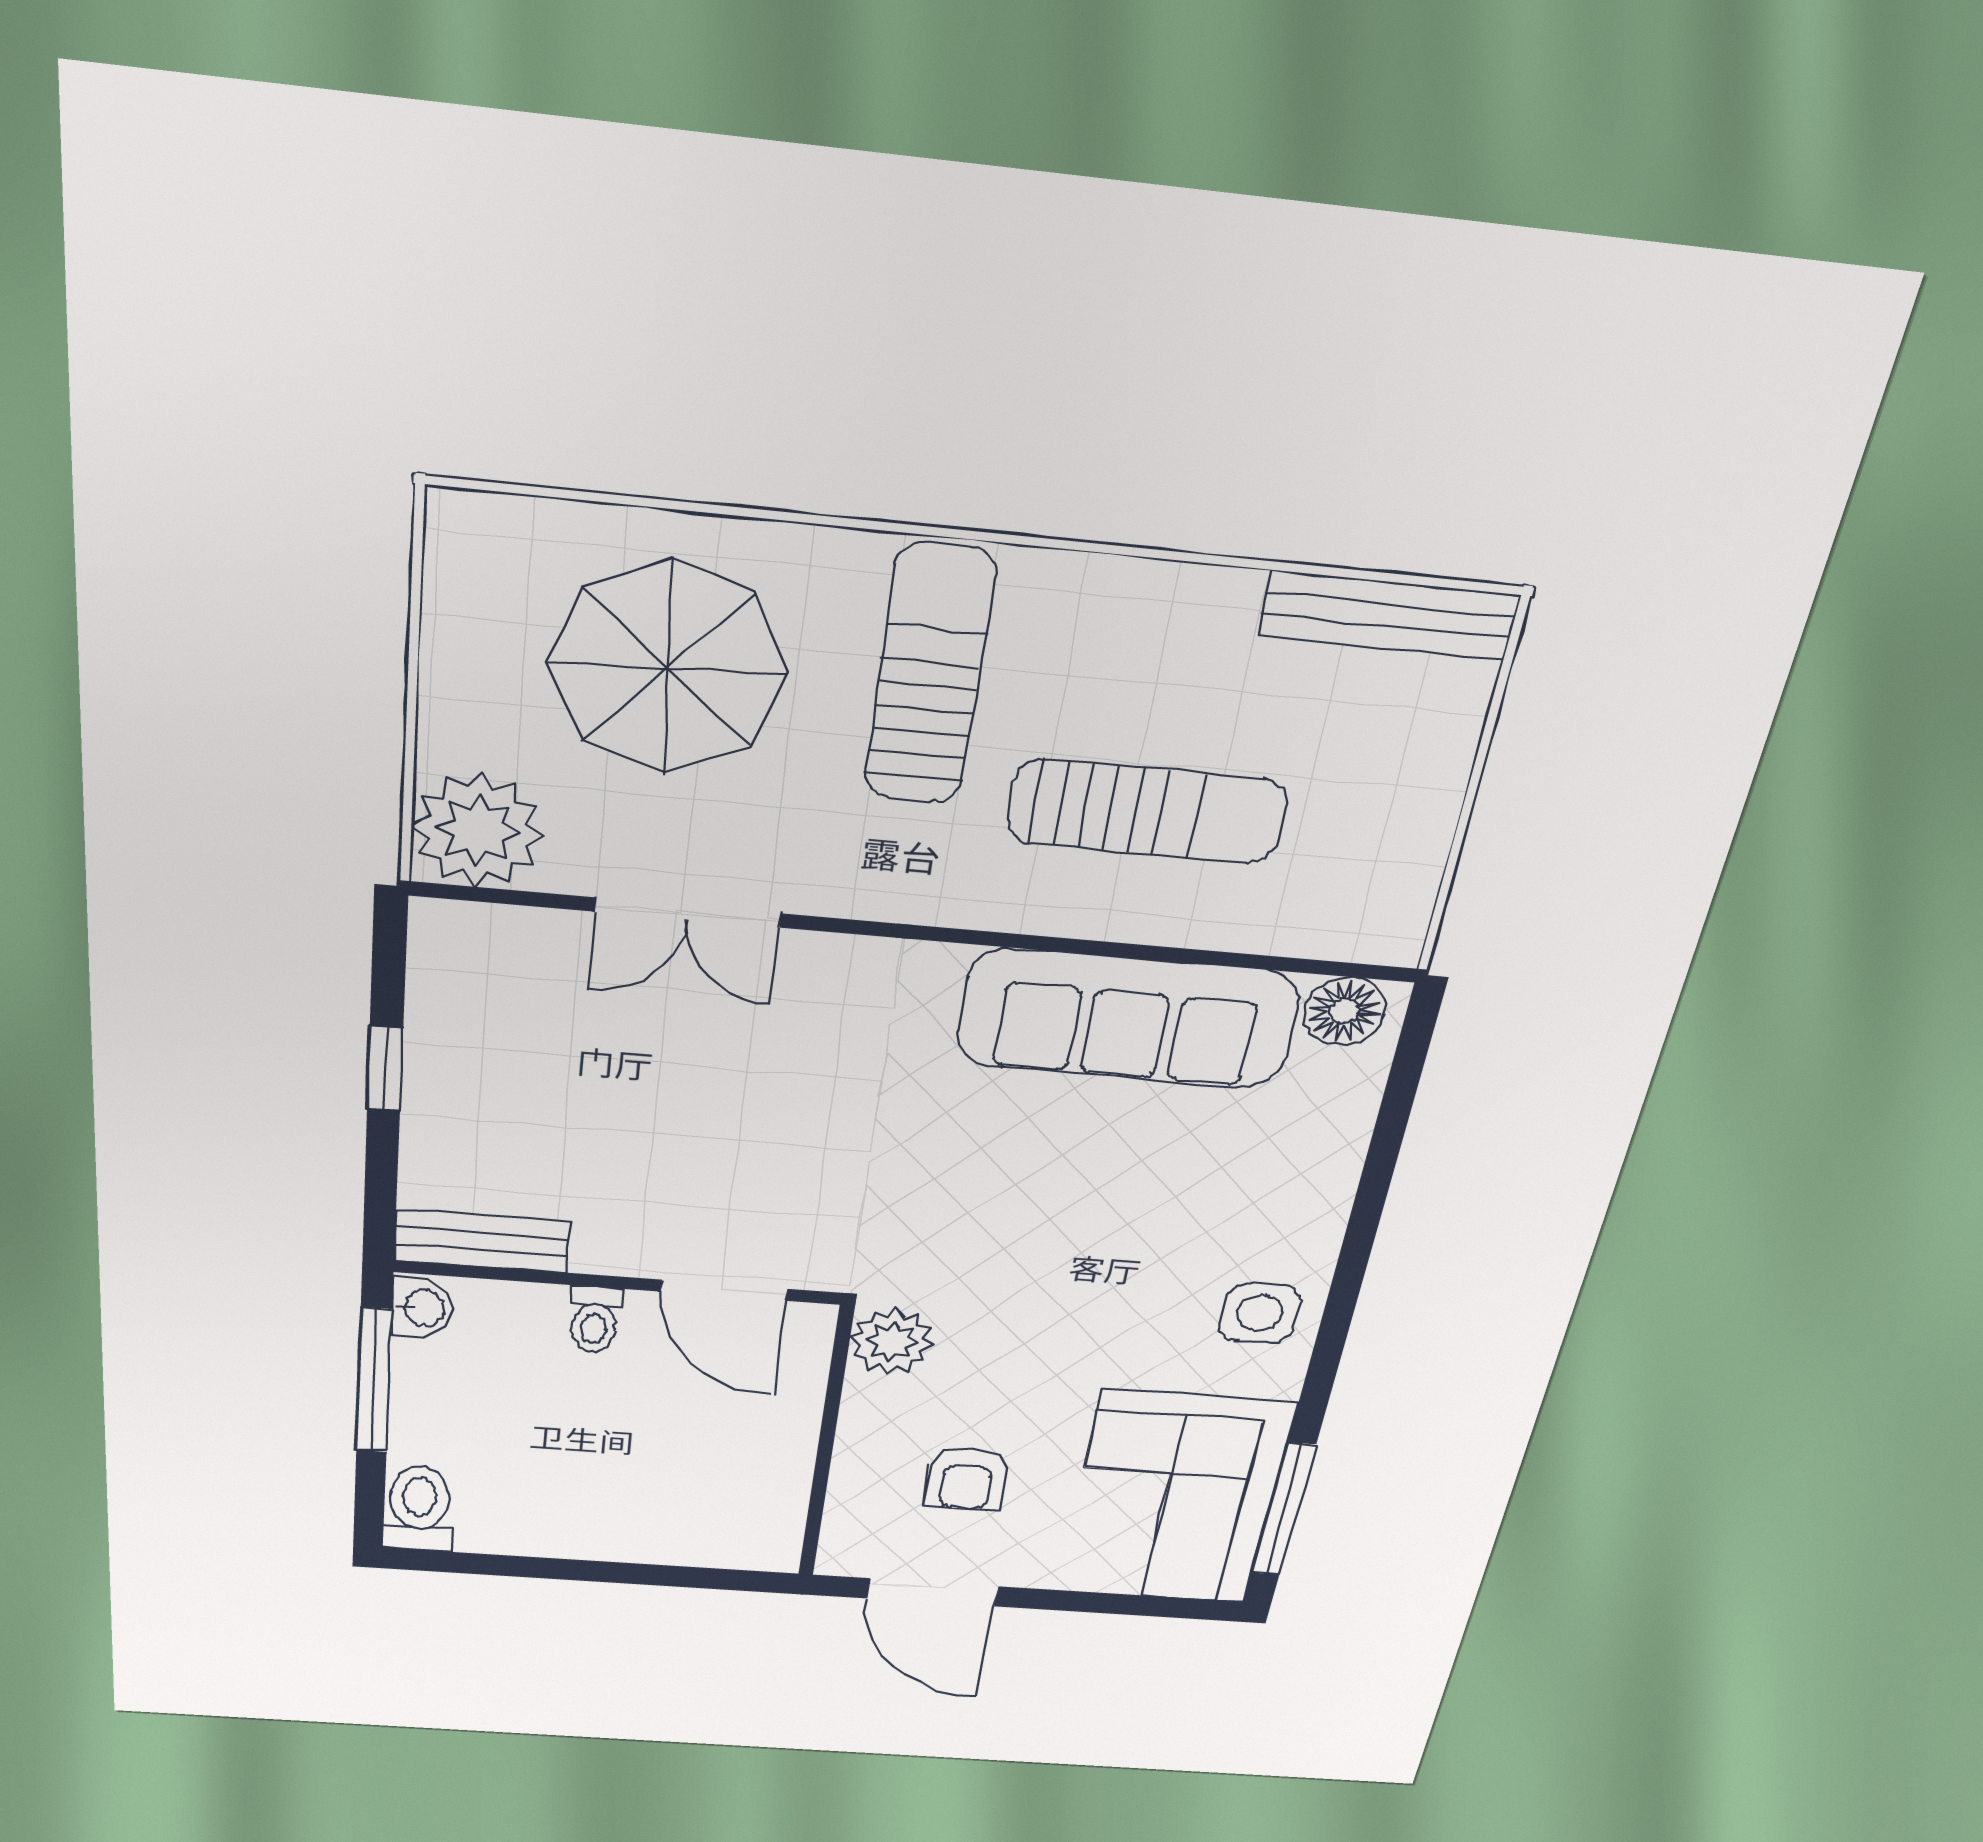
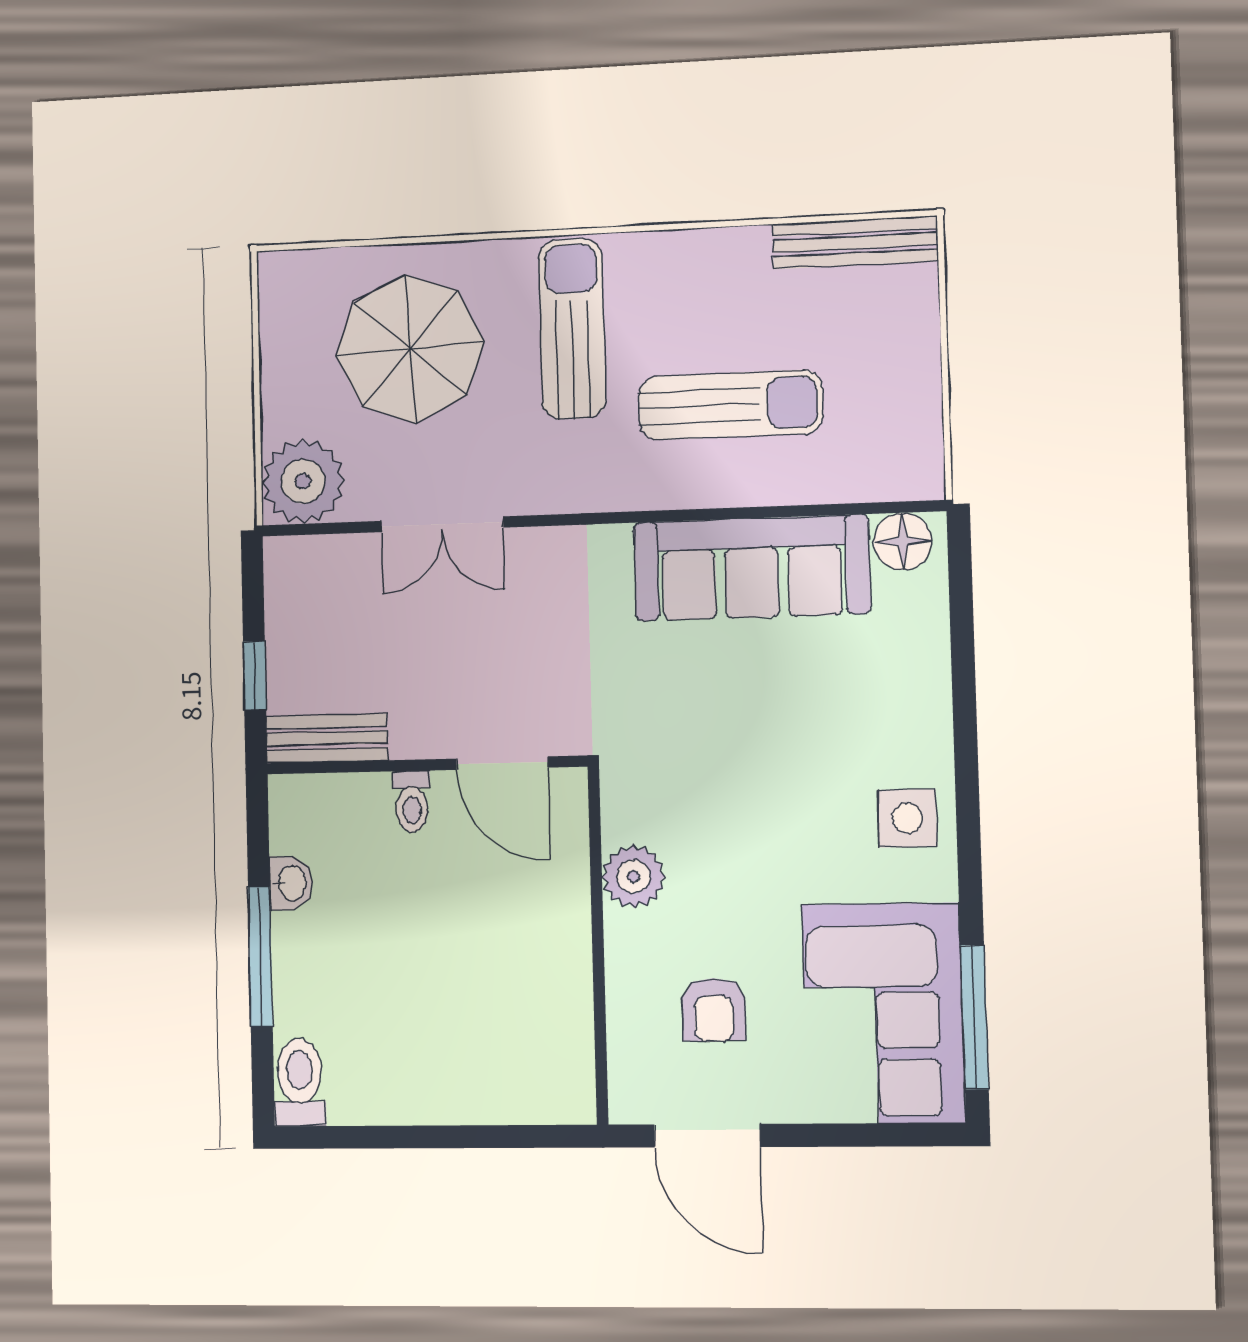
bench: (482, 1241) -> (327, 738), moved
wall: (619, 1283) -> (426, 765), moved
door: (724, 1290) -> (502, 763), moved
toilet: (594, 1319) -> (412, 802), moved

